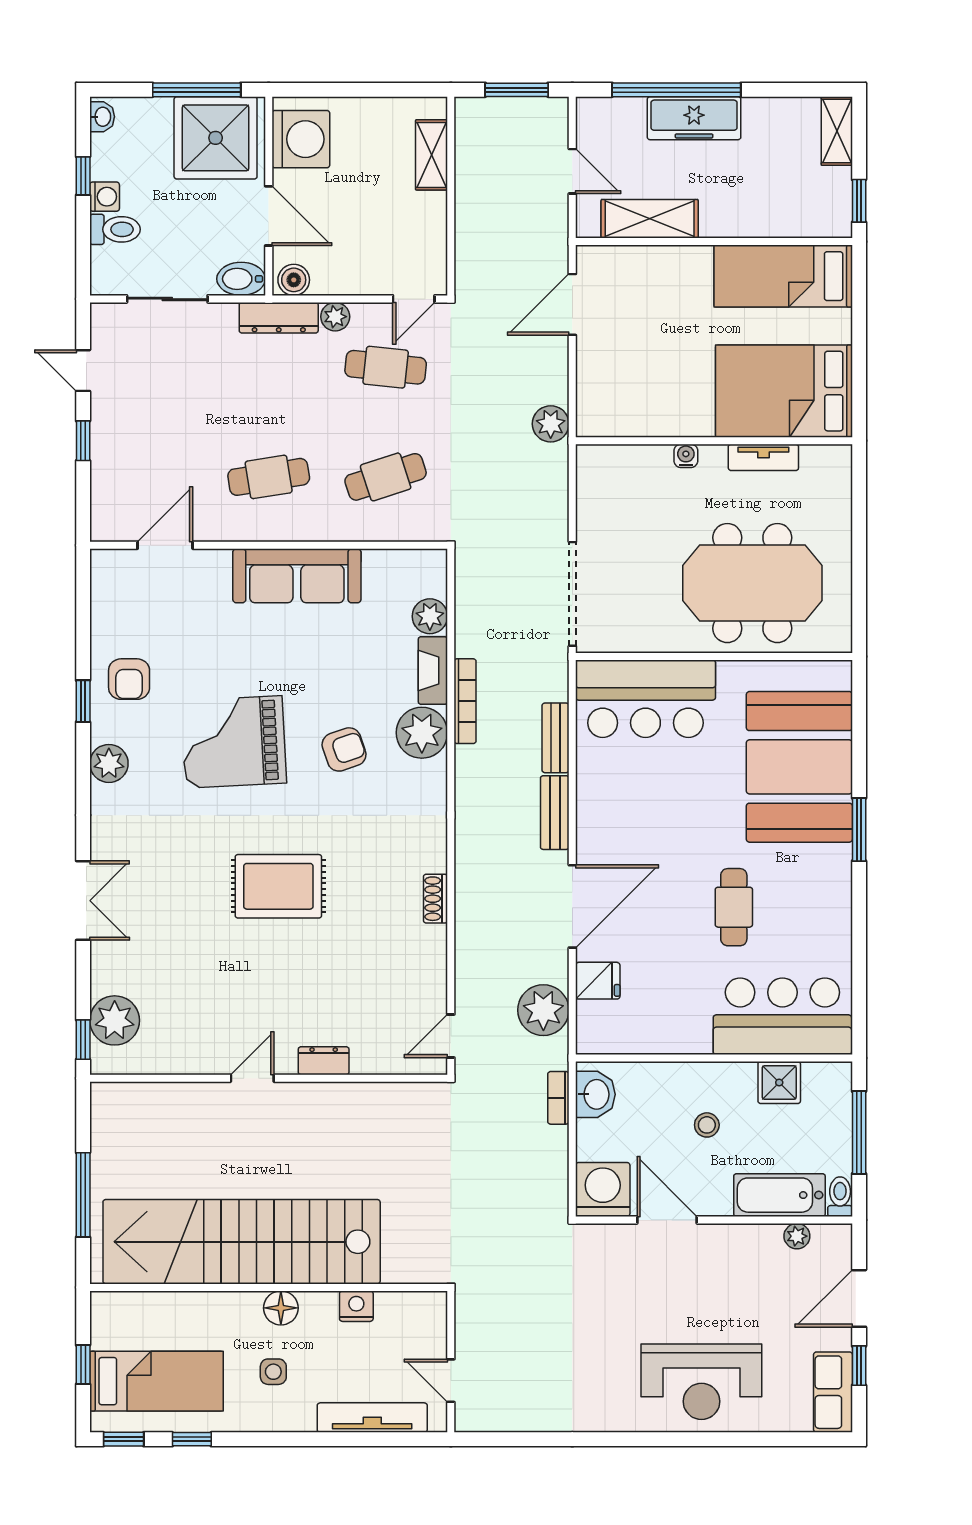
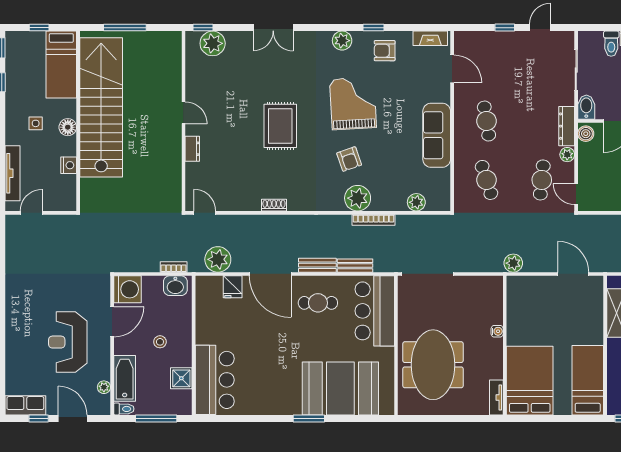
tv unit: (763, 457) -> (496, 397), moved
fireplace: (433, 670) -> (430, 38), moved, turned 180
cafe table: (734, 907) -> (318, 303), moved
bed: (156, 1381) -> (61, 65), moved
reception desk: (701, 1382) -> (68, 342), moved

